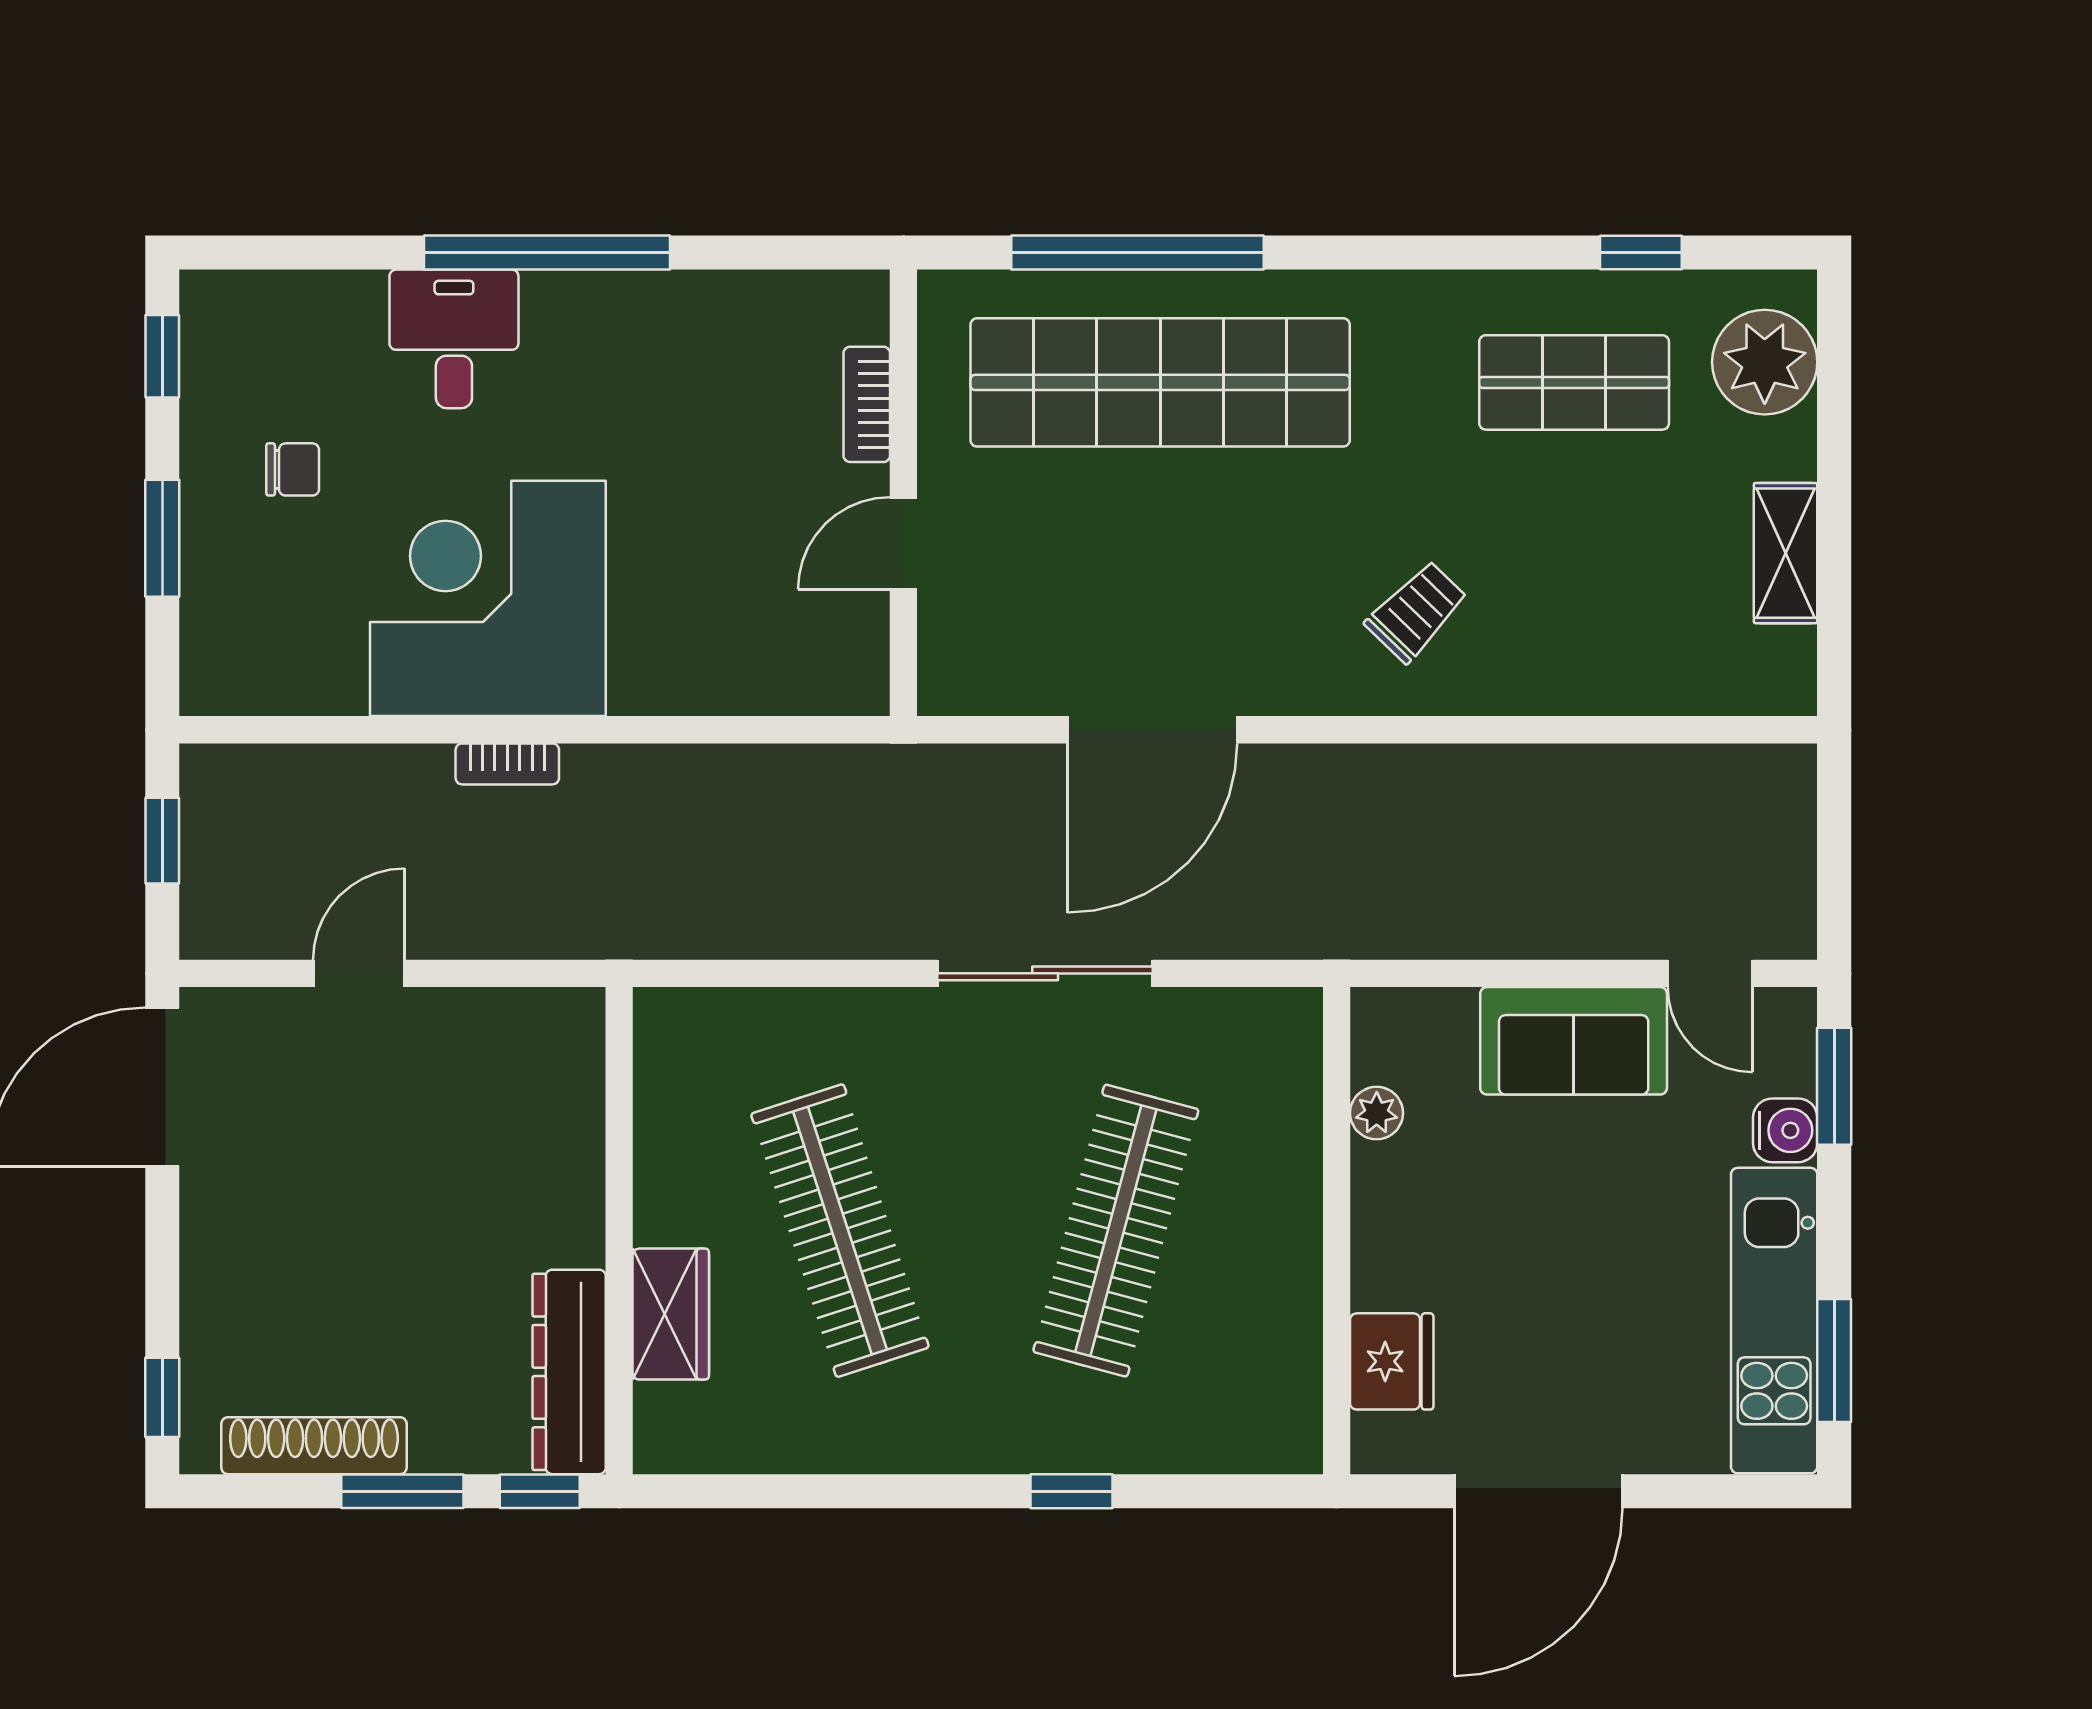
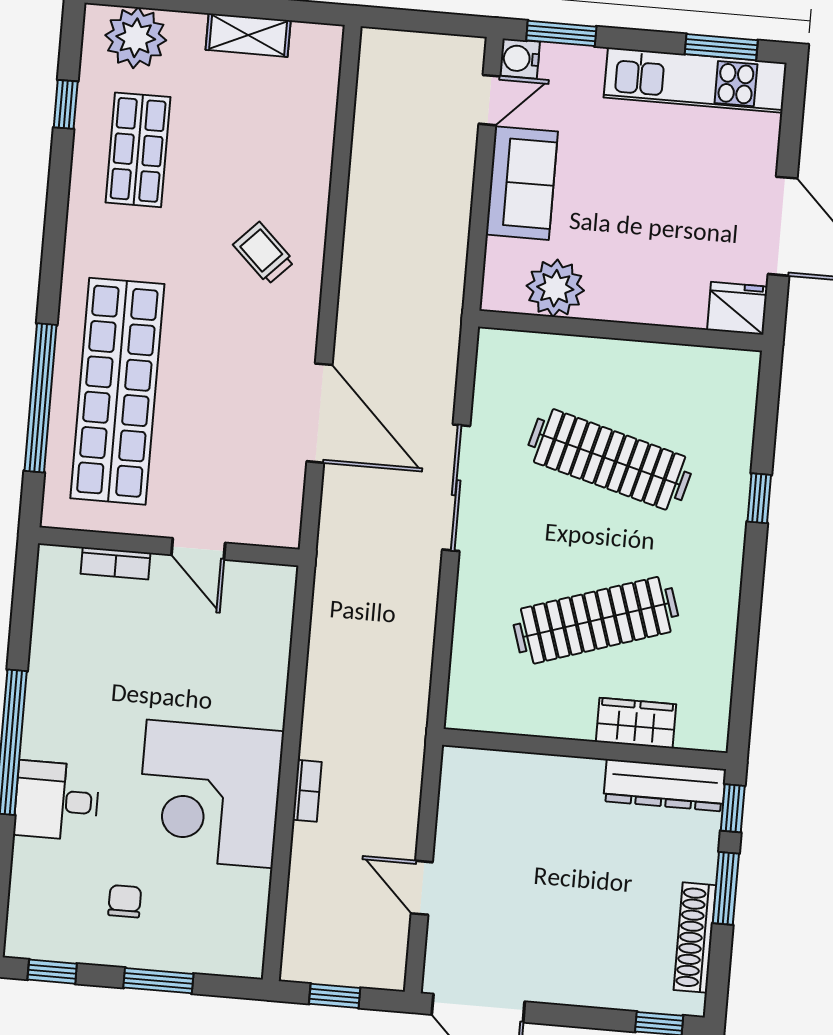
plant: (1377, 1113) -> (555, 288), width x1.88, depth x1.88
water cooler: (1785, 1130) -> (520, 59), moved, turned -90
fridge: (1392, 1361) -> (737, 308), moved

